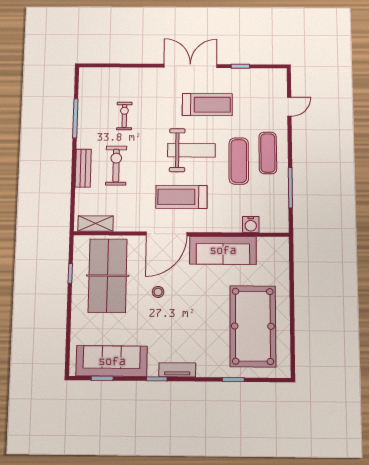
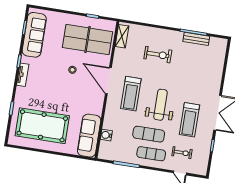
exercise bike: (124, 116) -> (182, 153), moved
weight bench: (191, 150) -> (160, 105), turned 180
bench: (83, 168) -> (196, 39), moved
treadmill: (181, 197) -> (131, 94), turned 180
sofa: (223, 250) -> (89, 136), moved

